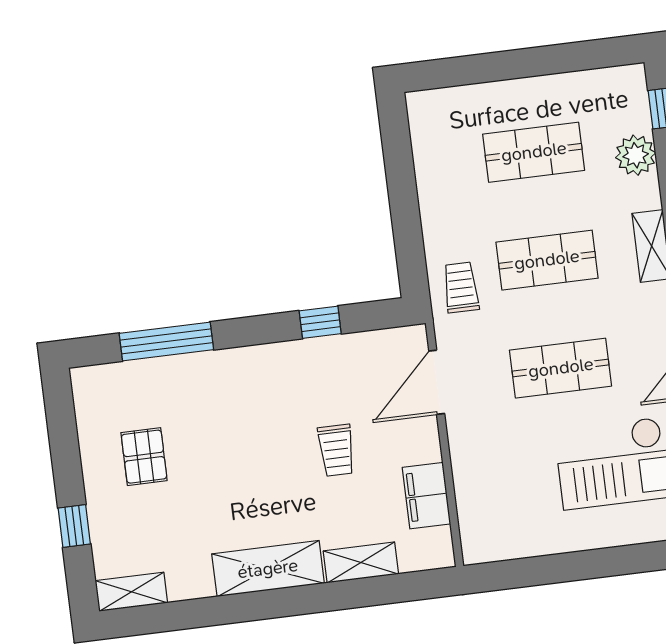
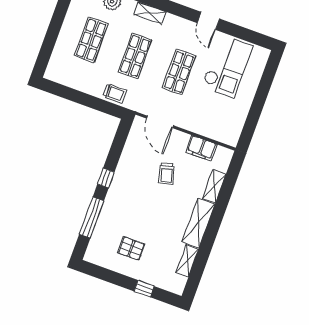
trolley: (461, 287) -> (115, 93), moved, turned 180
window: (320, 322) -> (106, 178), moved
trolley: (336, 450) -> (167, 174), turned 74
shelving: (131, 592) -> (187, 261), moved

